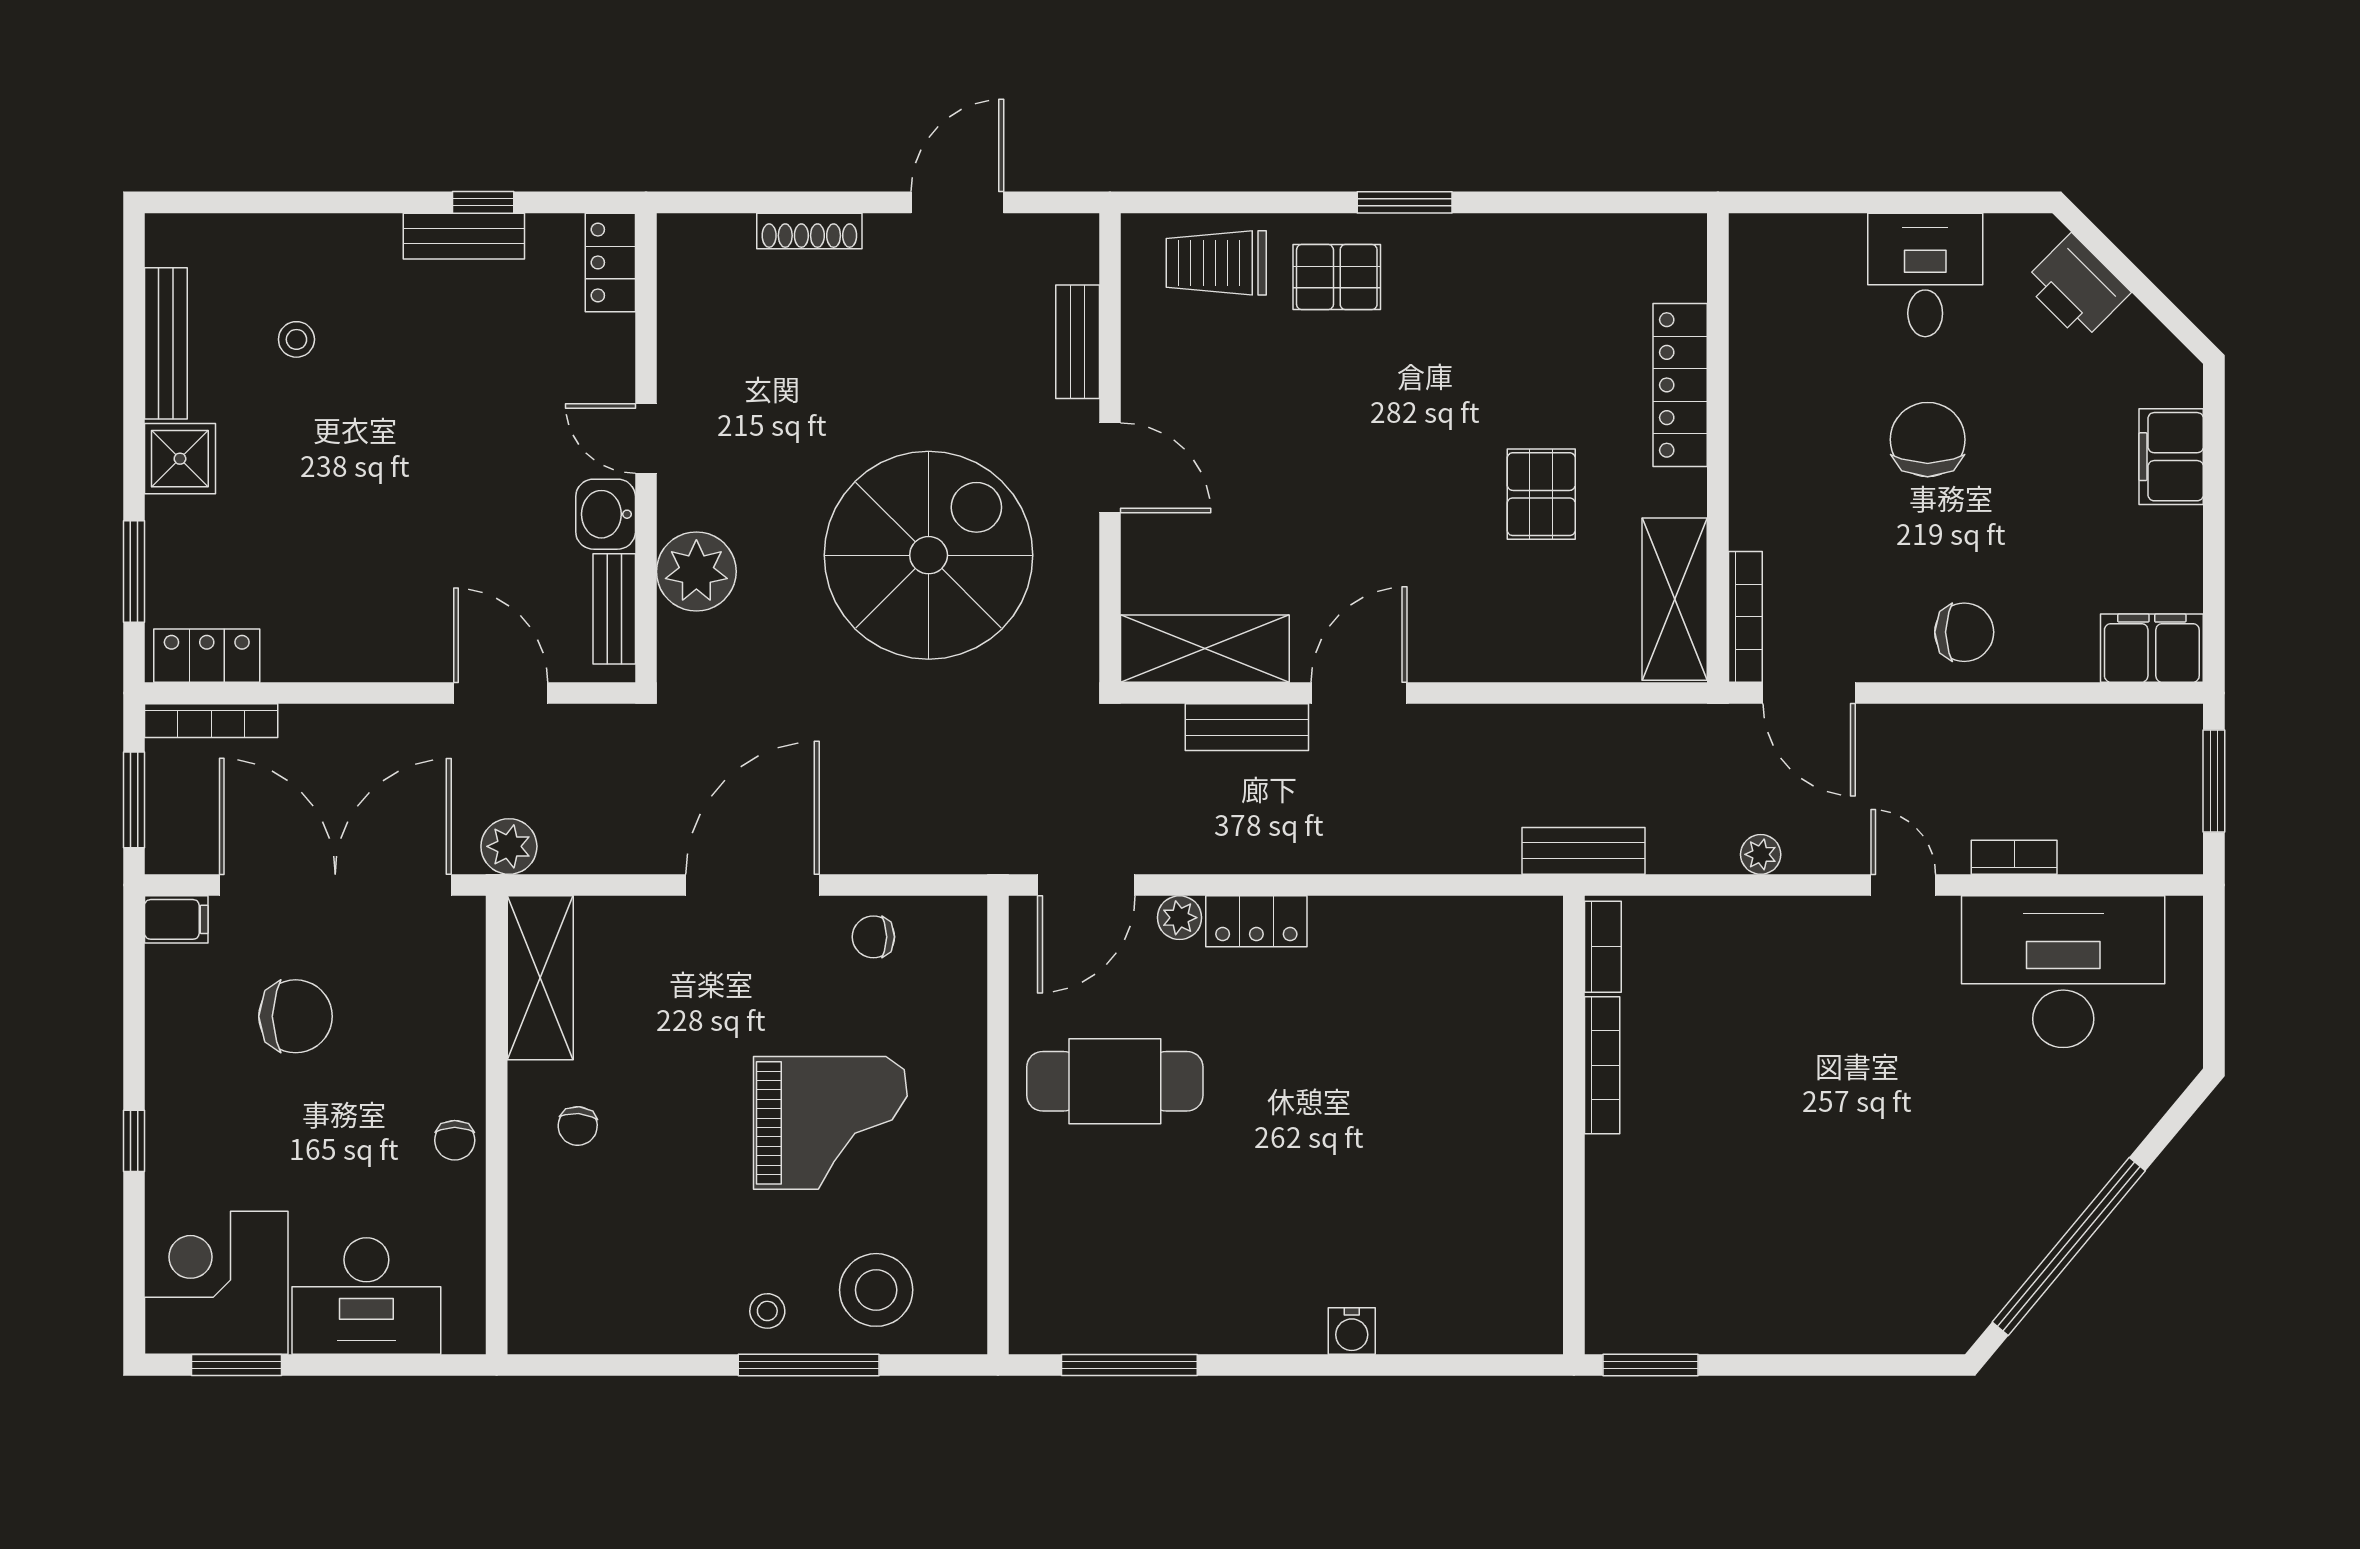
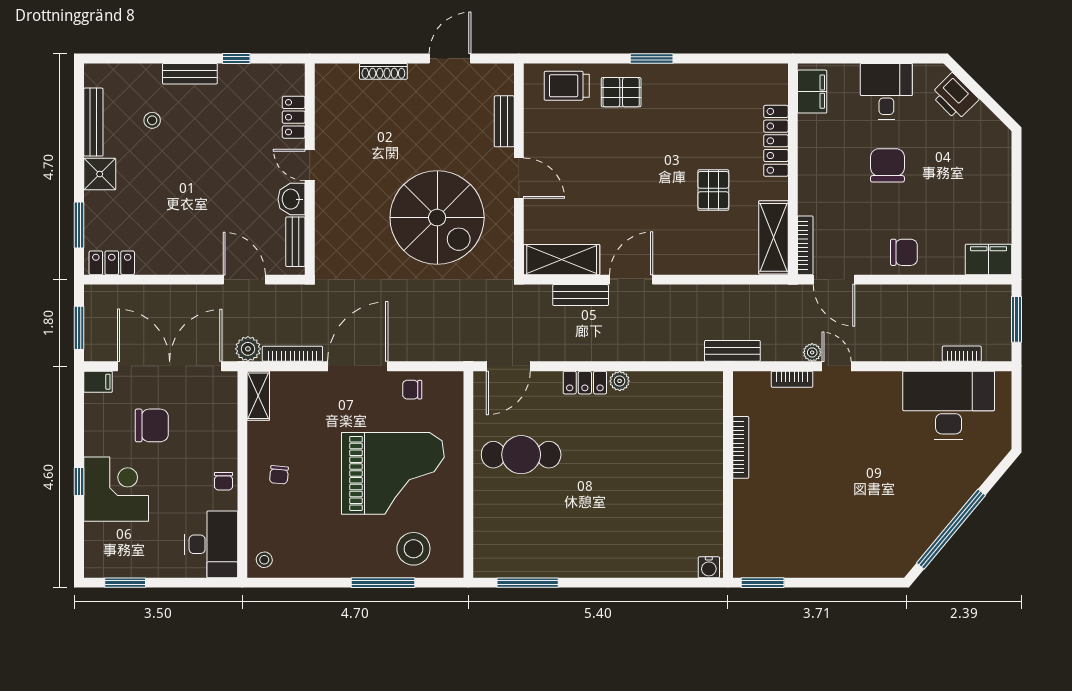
bench: (464, 236) -> (190, 74), moved
locker: (610, 262) -> (294, 117), moved
filing cabinet: (2171, 457) -> (812, 92), moved, turned 180
spiral stairs: (929, 555) -> (437, 218), turned 90
plant: (696, 572) -> (332, 225), removed
bookcase: (211, 721) -> (292, 354), moved, turned 180
bookcase: (2014, 857) -> (962, 354), moved
door: (1903, 885) -> (837, 366), moved
plant: (1180, 918) -> (620, 381), moved
bookcase: (1603, 947) -> (792, 379), moved, turned 90
shelving: (540, 978) -> (258, 396), width x0.67, depth x0.75
grand piano: (830, 1123) -> (393, 473), width x1.37, depth x1.48
corner desk: (216, 1283) -> (116, 489), moved, turned 90
desk: (366, 1296) -> (211, 544), moved, turned -90
stool: (767, 1311) -> (264, 560), moved
water cooler: (1352, 1331) -> (709, 567), moved

